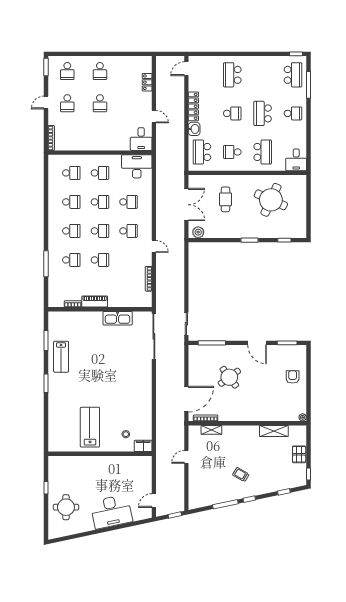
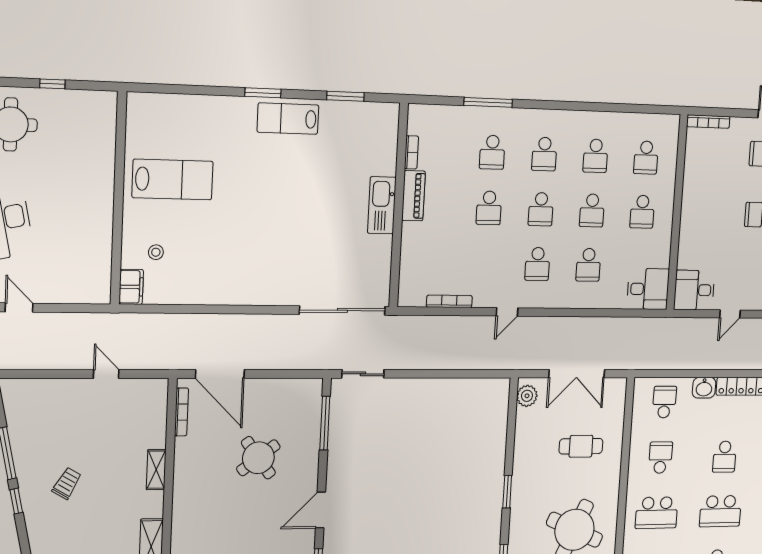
school desk: (263, 113) -> (720, 511), turned 180
school desk: (202, 152) -> (664, 402), width x0.54
desk: (137, 166) -> (648, 289), width x0.73
kitchen sink: (118, 318) -> (382, 205), moved
lab bench: (61, 357) -> (288, 119), moved
shelving: (211, 430) -> (156, 470), moved

